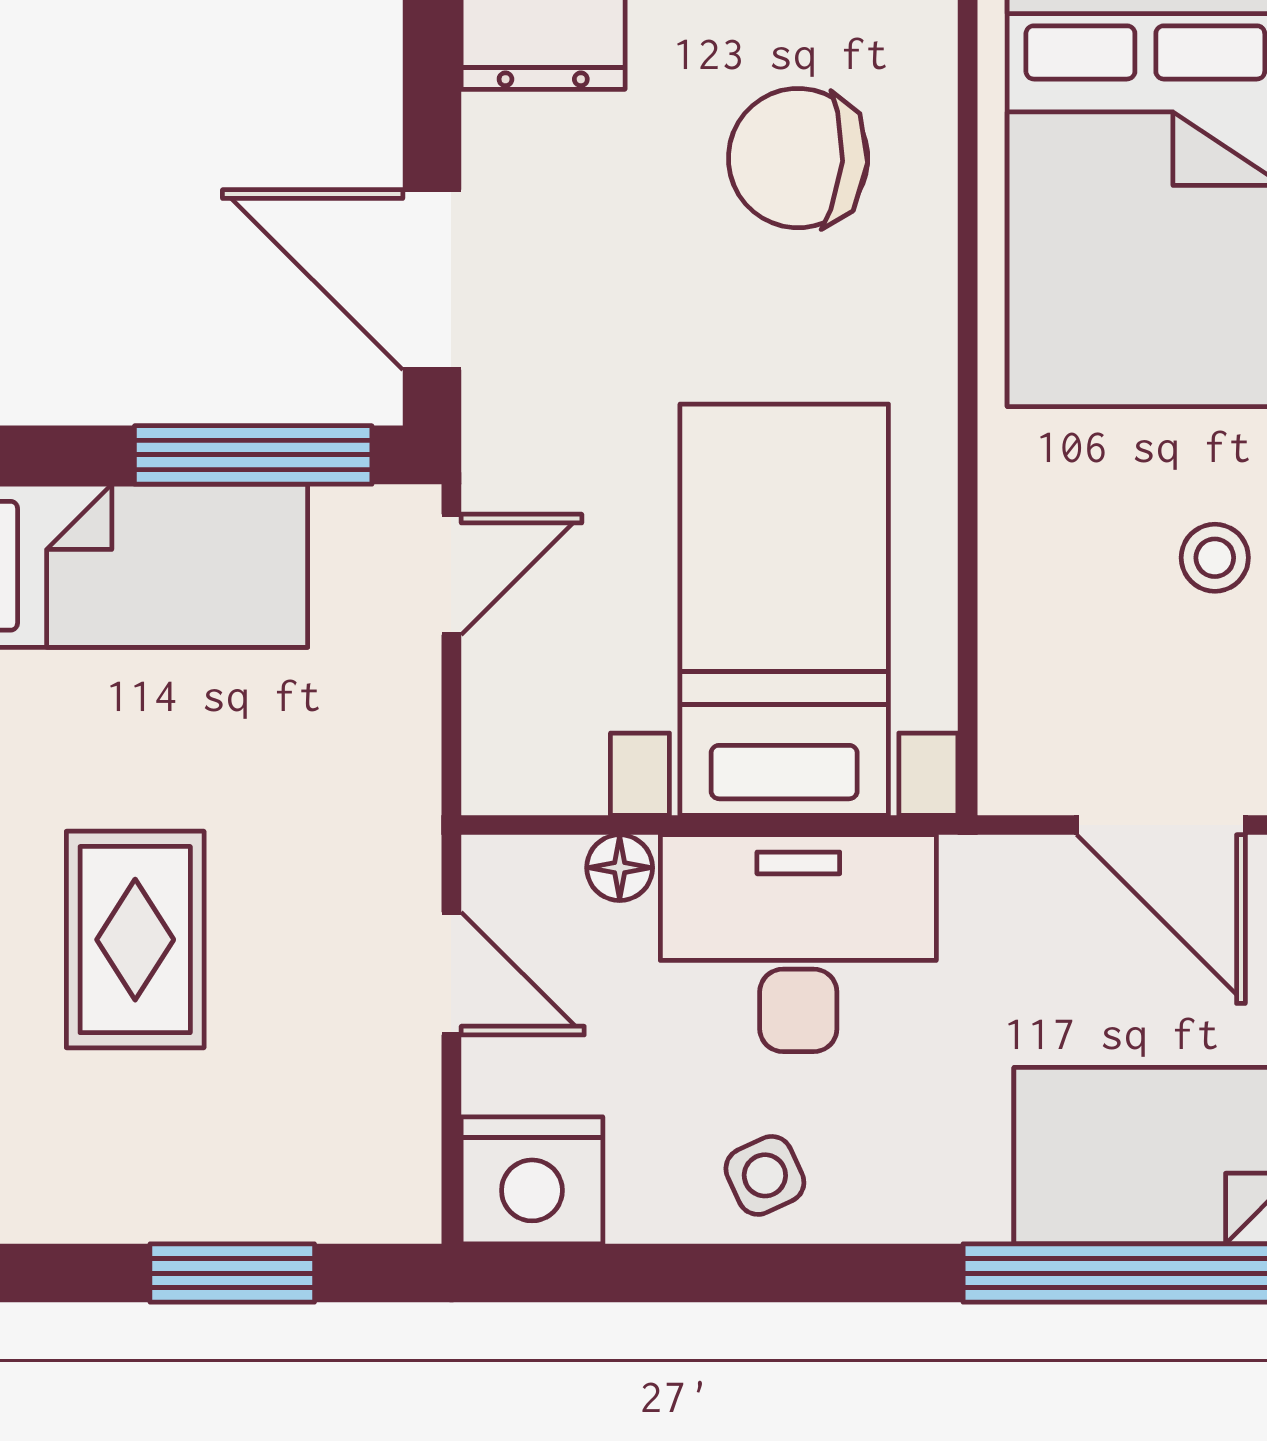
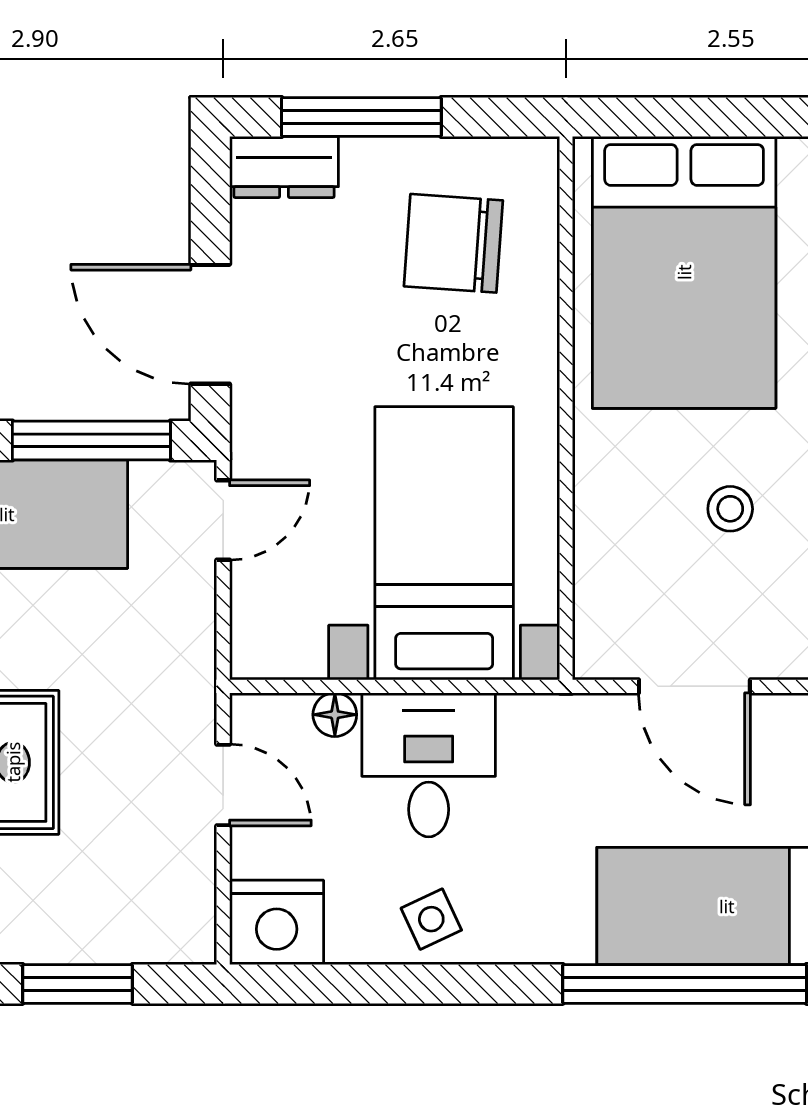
desk: (798, 943) -> (429, 765), width x0.73

